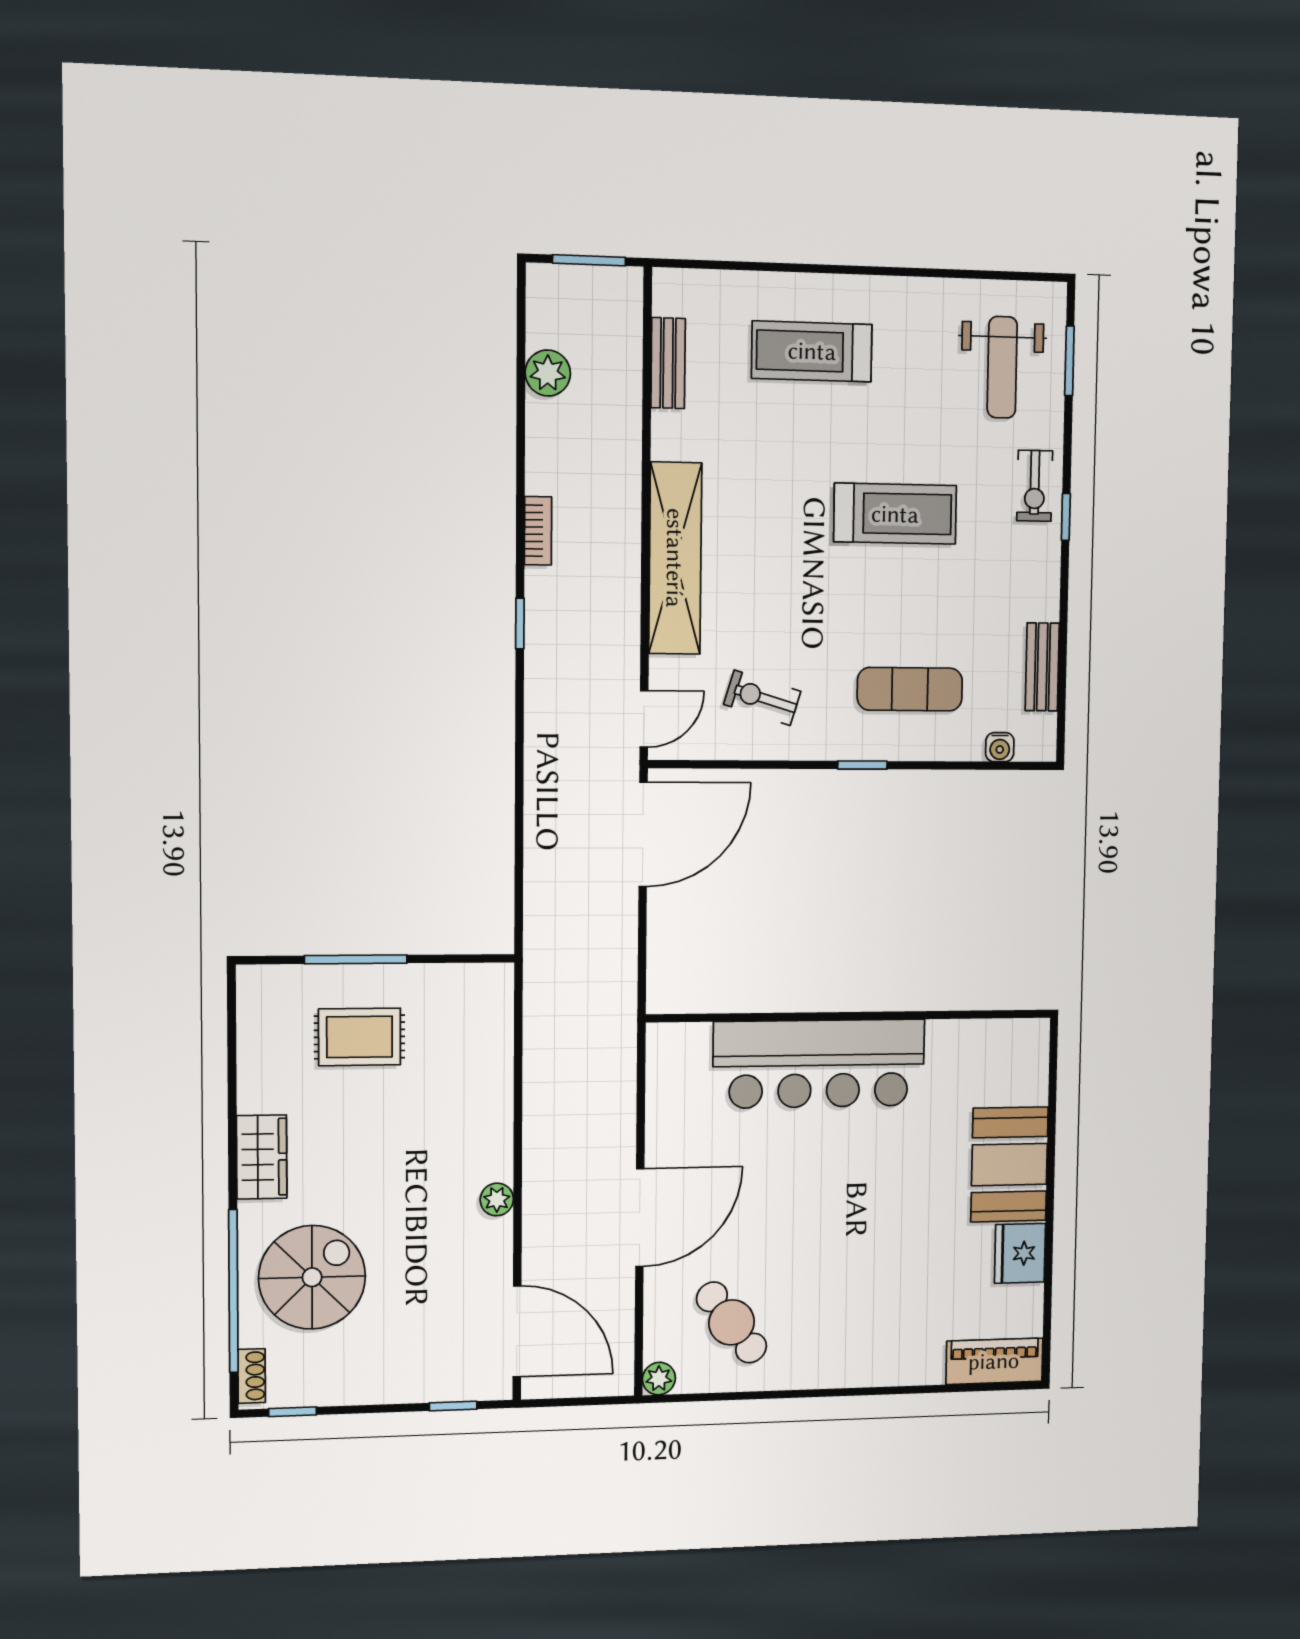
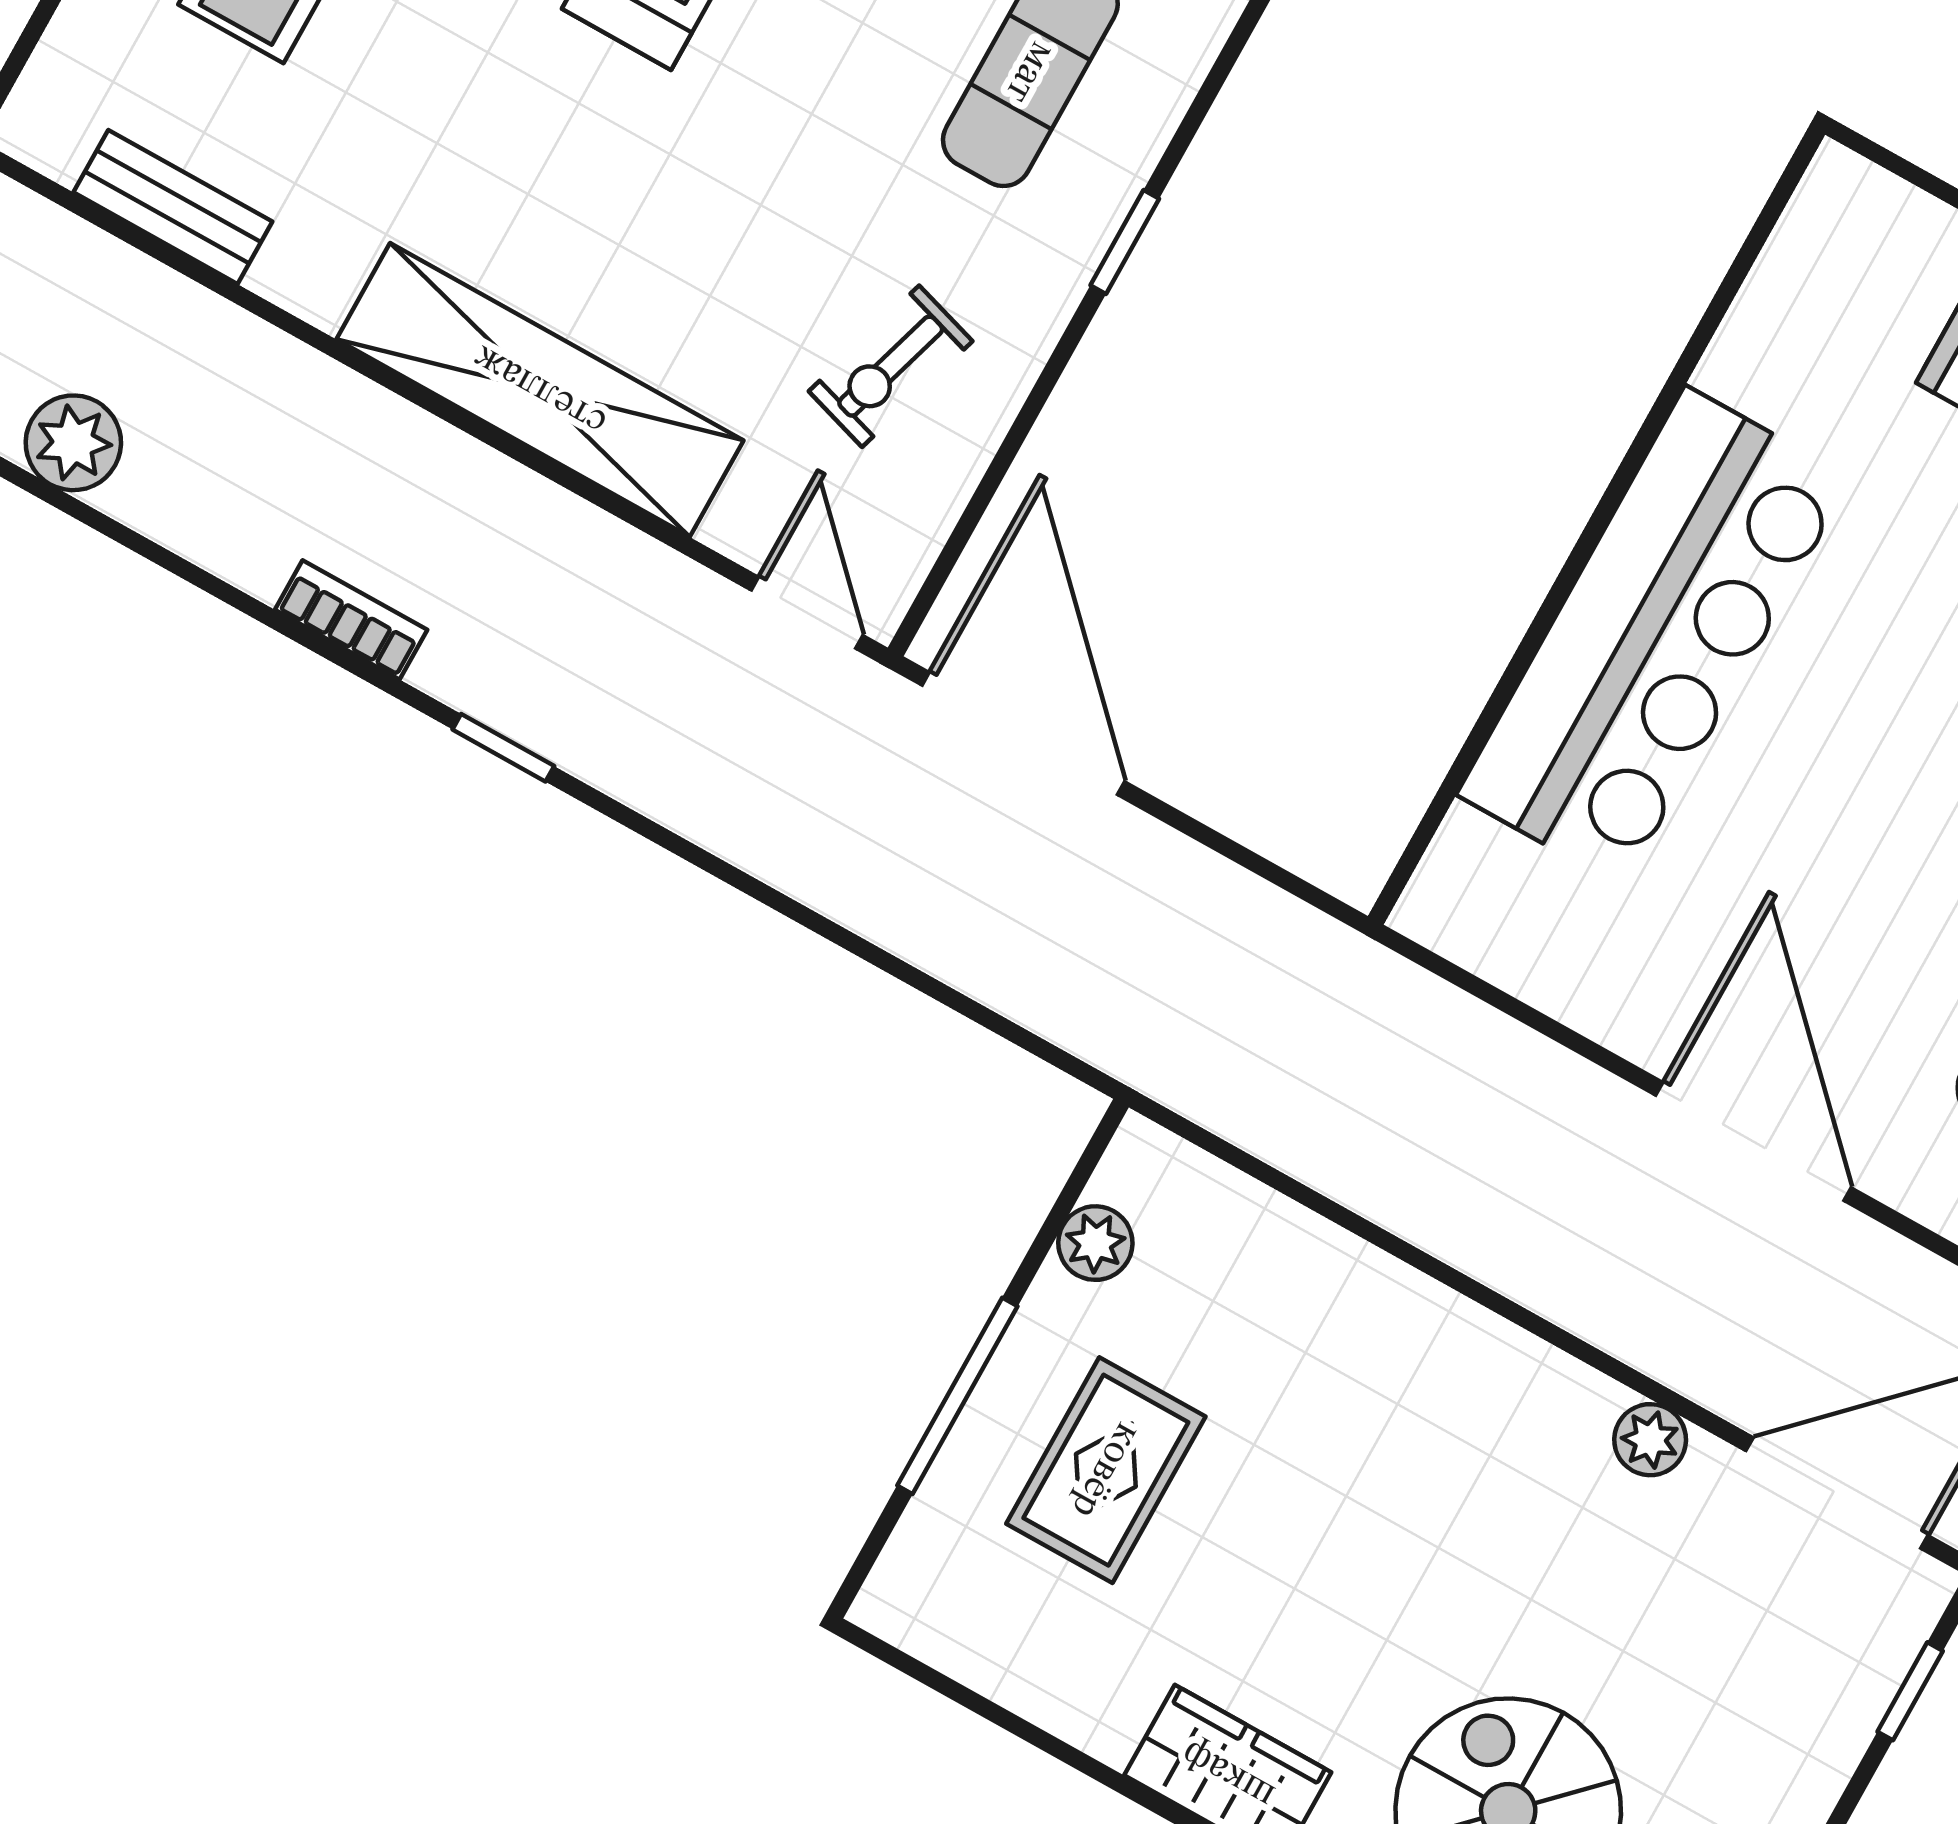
plant: (451, 980) -> (1095, 1243), added
plant: (497, 1199) -> (1650, 1440), moved

